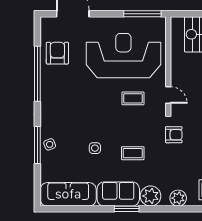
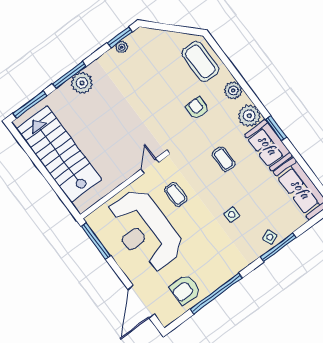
armchair: (174, 135) -> (197, 108), moved
side table: (95, 148) -> (232, 215), moved

